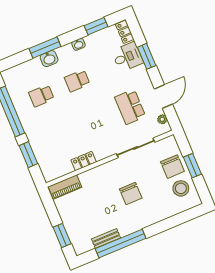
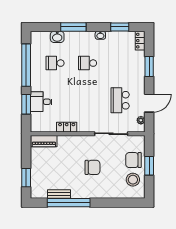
desk: (127, 57) -> (41, 102), moved, turned 180
washbasin: (49, 59) -> (57, 37), moved
chair: (172, 167) -> (133, 160), turned 90
chair: (131, 194) -> (93, 167), turned -90

